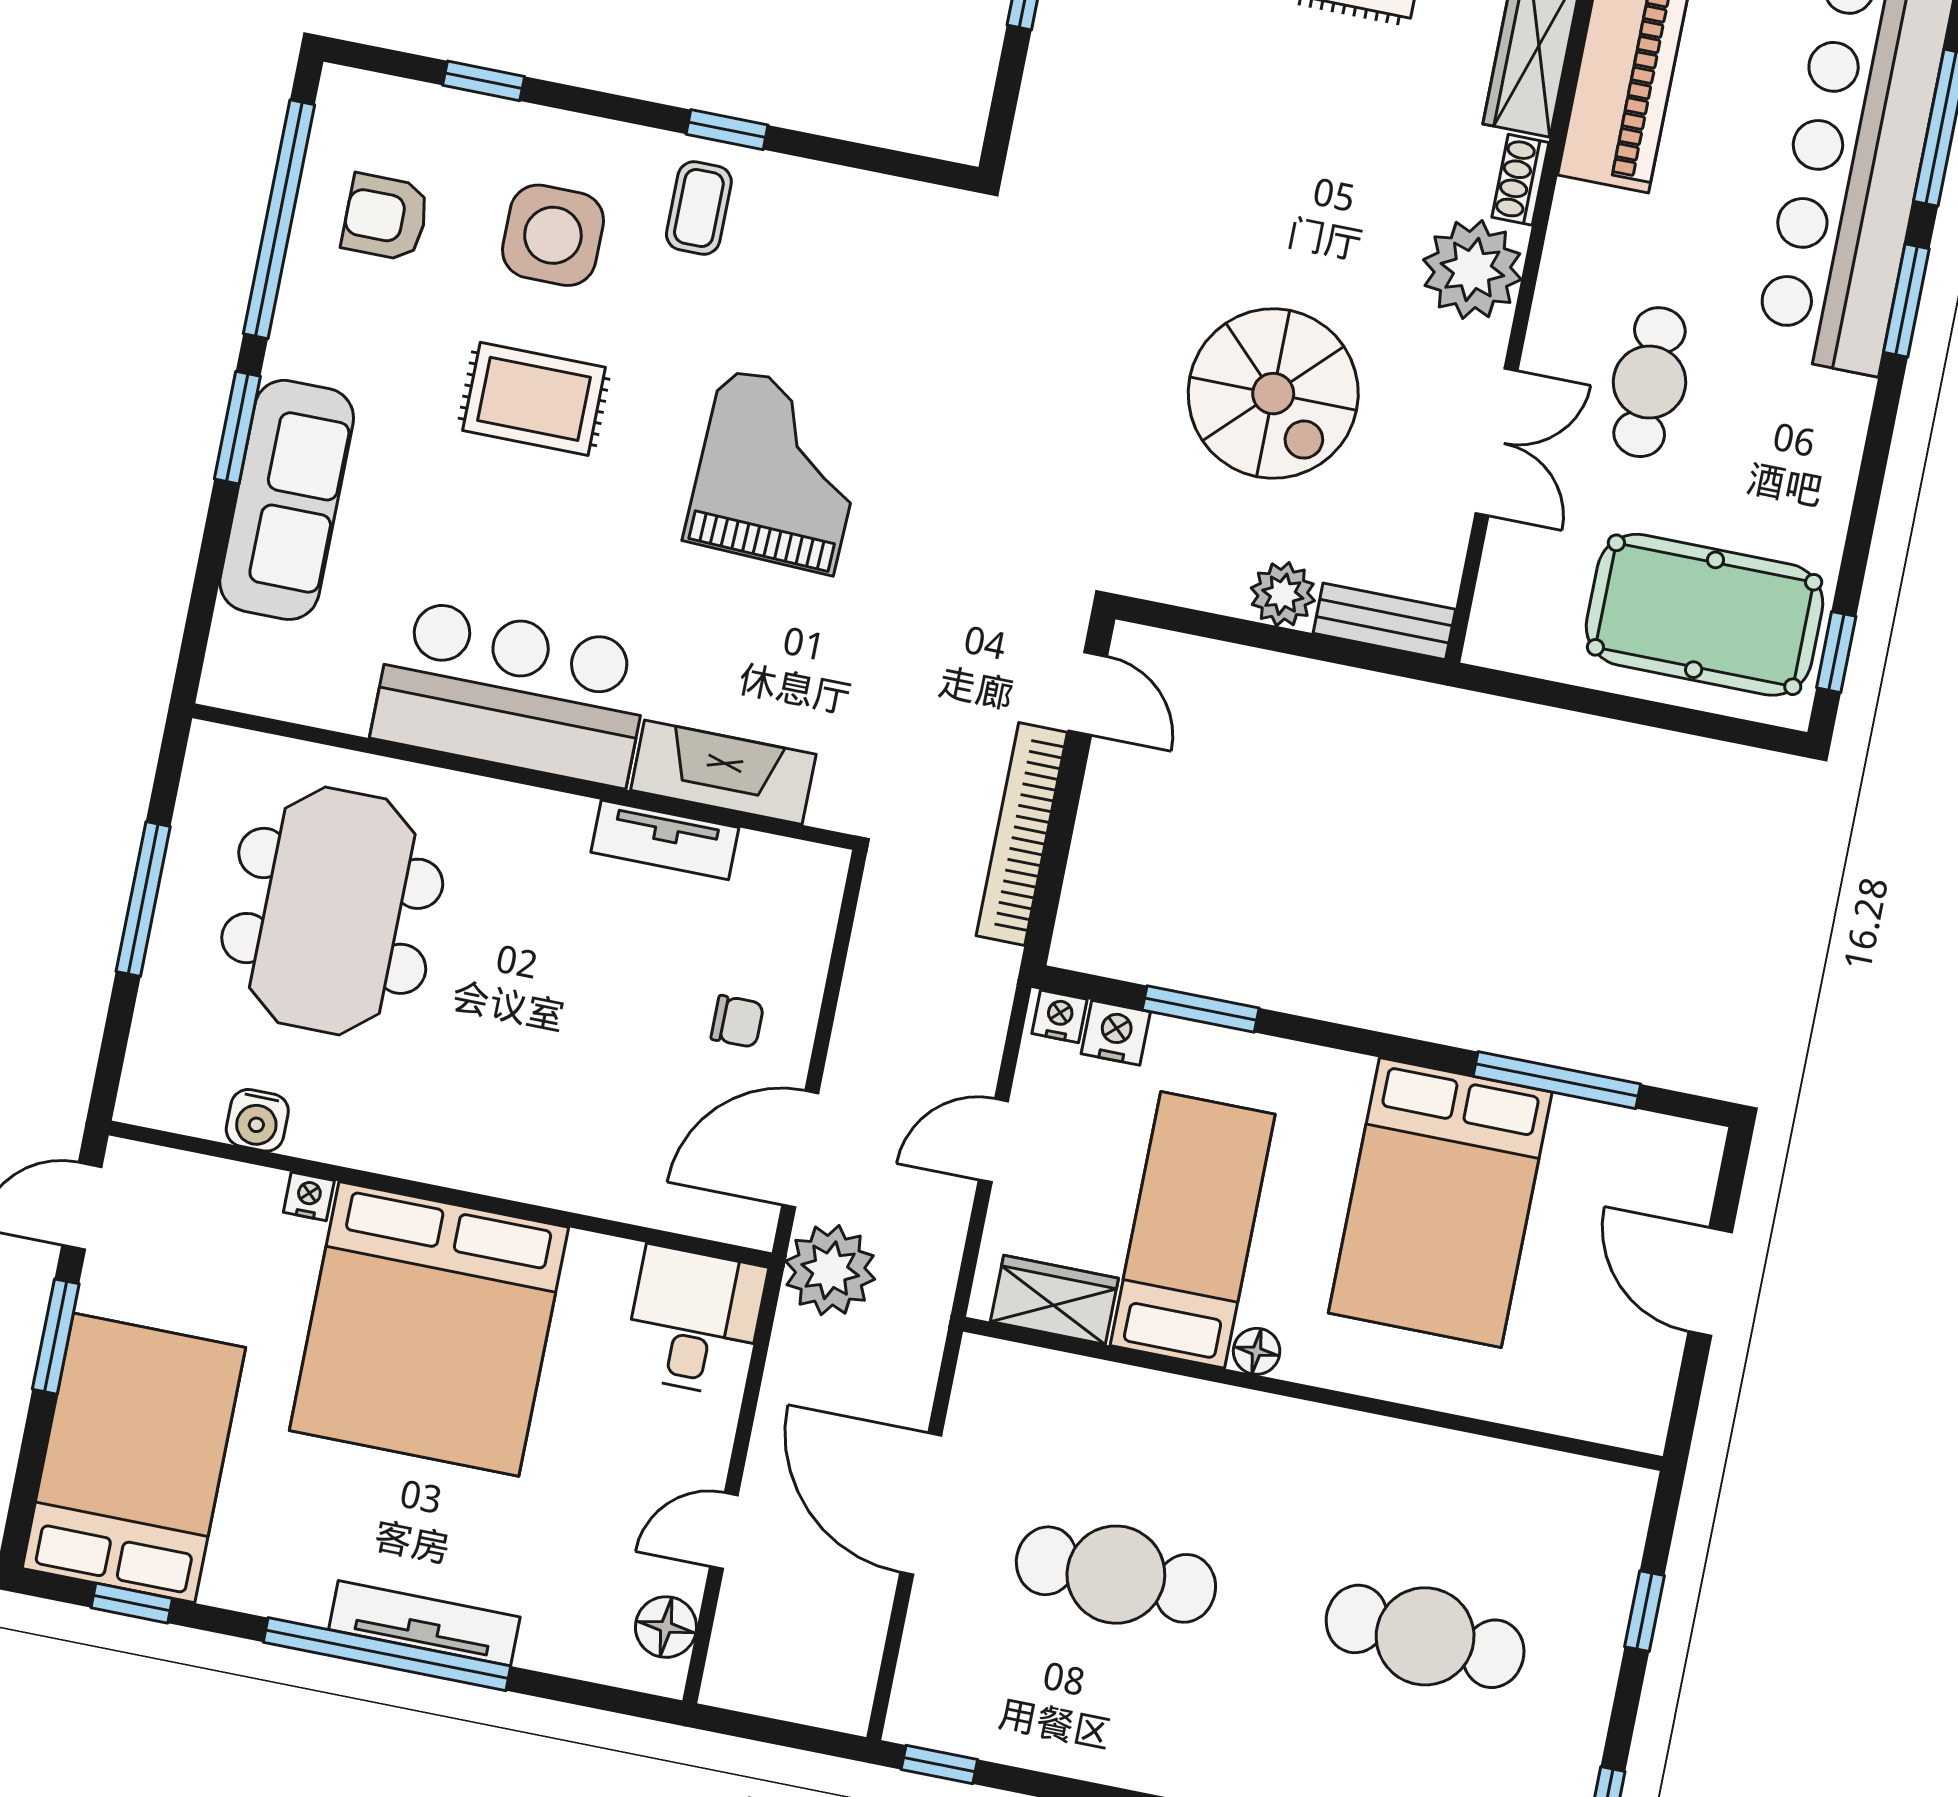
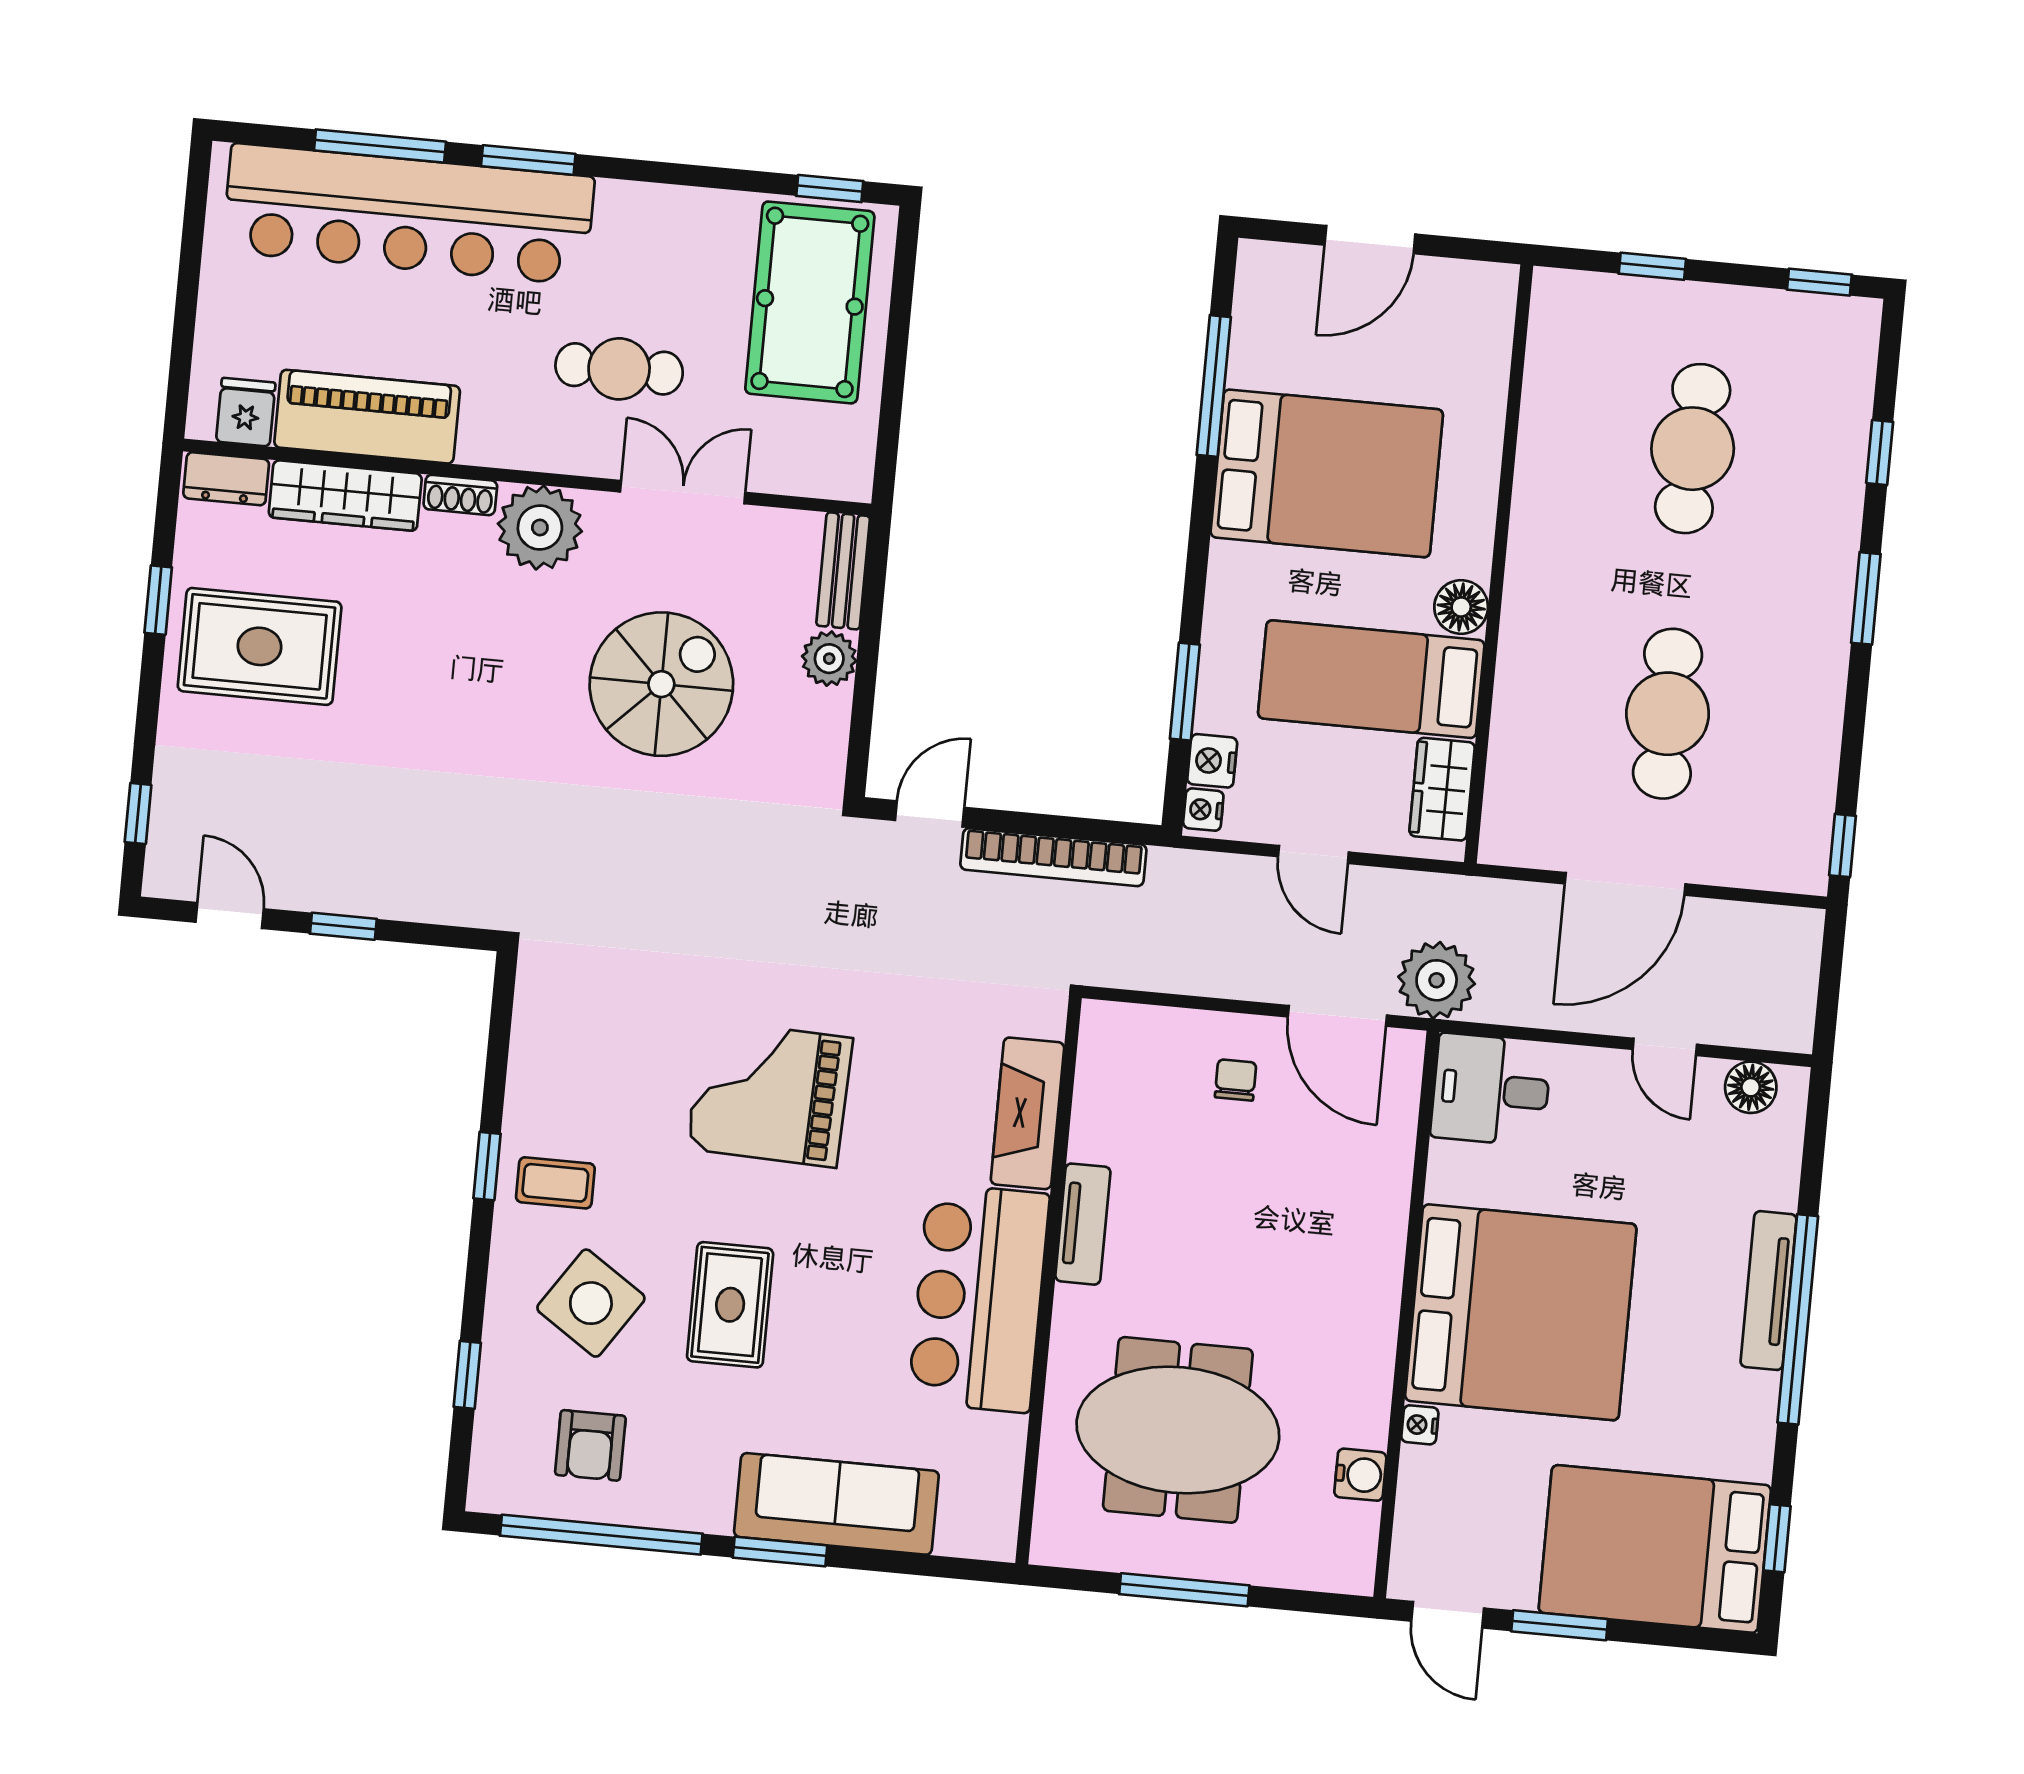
side table: (553, 235) -> (591, 1303), turned 34
tv unit: (665, 840) -> (1083, 1224), moved
floor lamp: (1257, 1351) -> (1461, 607), width x1.37, depth x1.37

